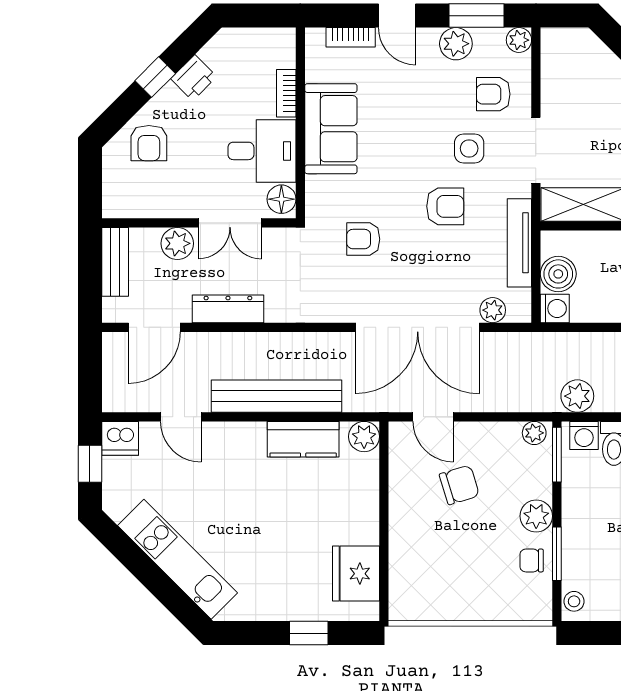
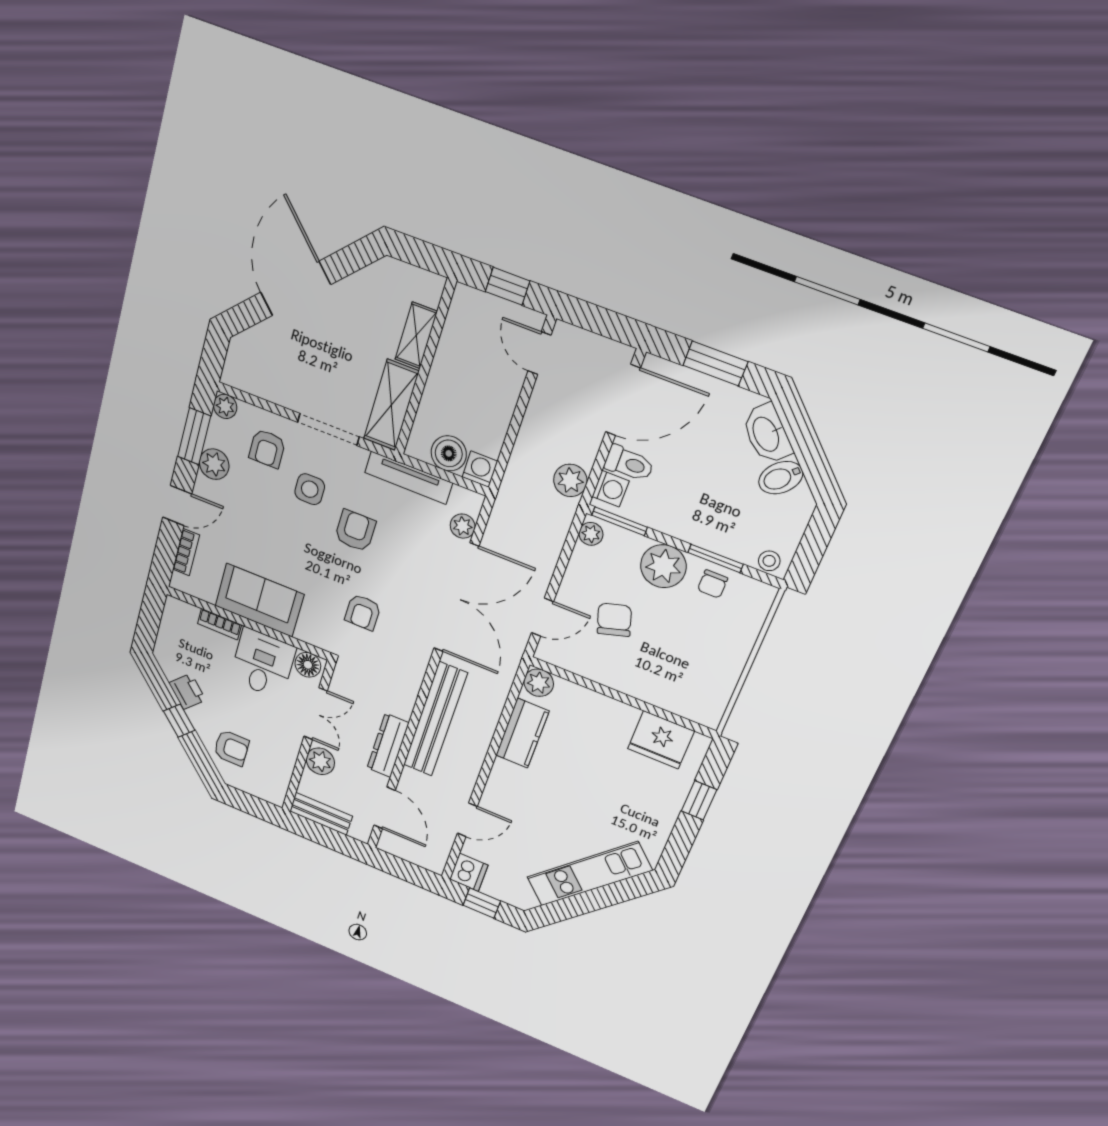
bench: (277, 396) -> (435, 719), moved
plant: (536, 516) -> (663, 566), width x1.36, depth x1.36

